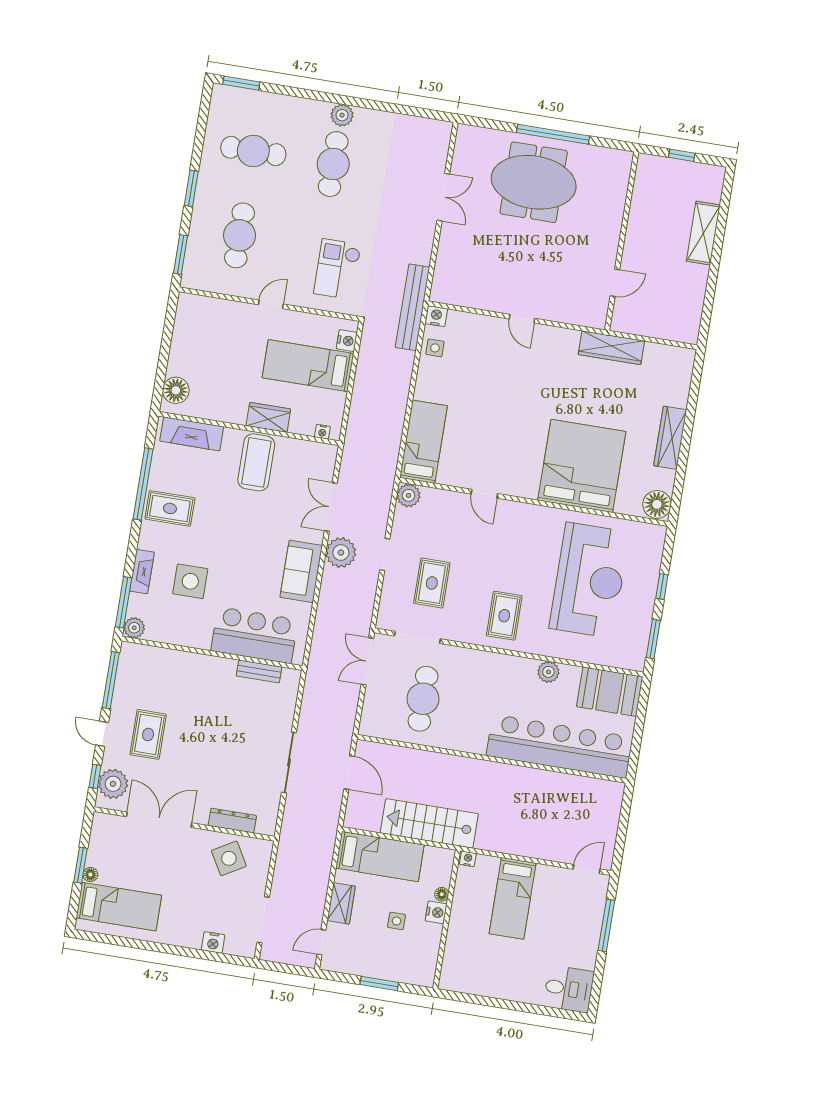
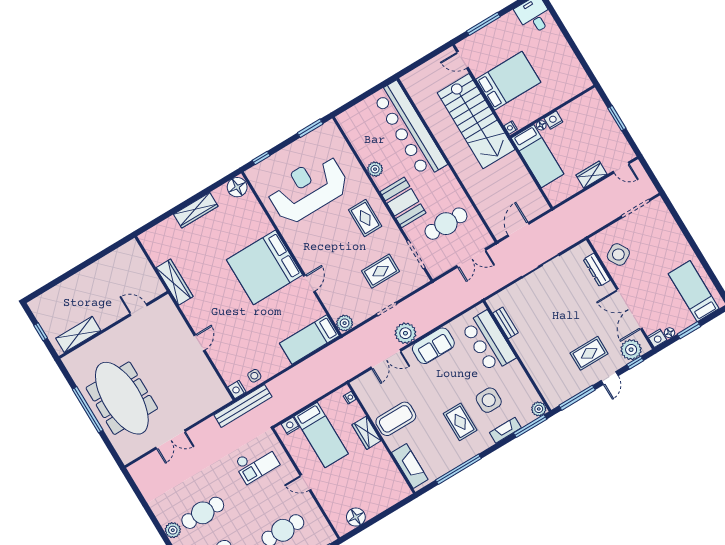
meeting table: (534, 182) -> (122, 398), width x1.36
double door: (443, 197) -> (171, 439), swing flipped
shelving: (703, 233) -> (78, 334), moved
floor lamp: (176, 390) -> (356, 517), moved
bed: (582, 466) -> (265, 267), moved
rug: (170, 508) -> (460, 422), moved
window: (662, 587) -> (261, 158), moved
rug: (504, 616) -> (365, 218), turned 90
double door: (367, 661) -> (471, 258), moved
booth: (610, 692) -> (403, 202), moved
stairs: (429, 823) -> (476, 121), moved, width x1.36, depth x1.51
bed: (380, 856) -> (538, 156), moved, turned 180
floor lamp: (90, 875) -> (670, 333), moved
bed: (513, 898) -> (508, 81), width x1.50
side table: (396, 921) -> (576, 137), removed
nightstand: (213, 942) -> (657, 338), moved, turned 90

